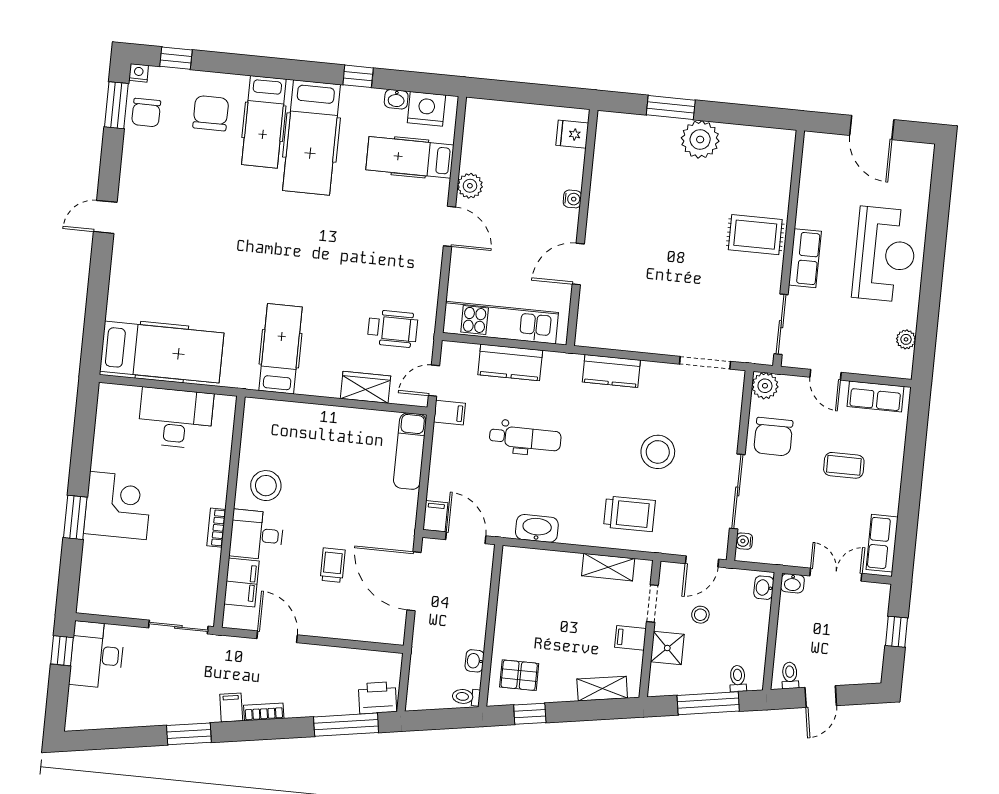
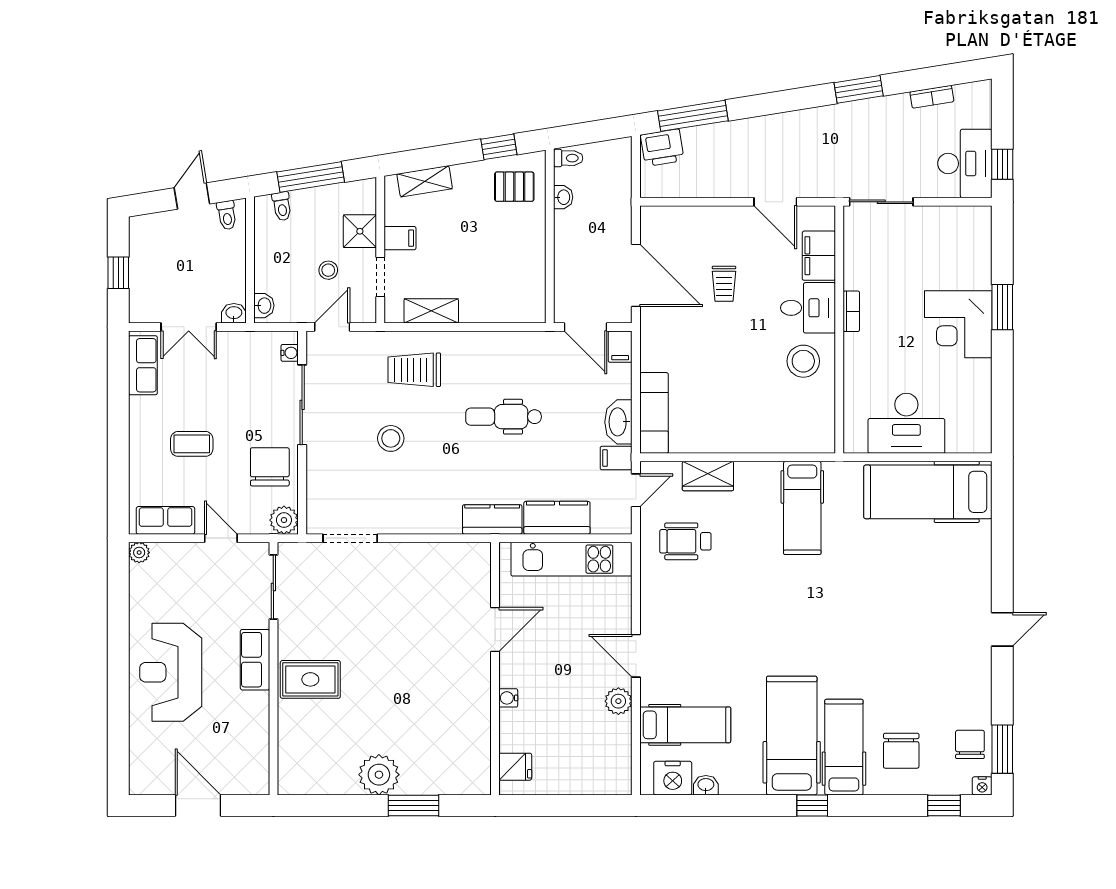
window: (358, 76) -> (812, 805), moved
plant: (906, 339) -> (139, 553), moved
kitchen counter: (611, 371) -> (492, 519), moved
dental chair: (525, 438) -> (504, 417), moved
stool: (658, 452) -> (391, 438), width x0.73, depth x0.73
washbasin: (537, 528) -> (618, 422), moved, turned 90
filing cabinet: (231, 708) -> (817, 122), removed
bookcase: (264, 712) -> (932, 97), moved

